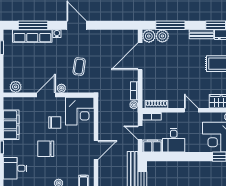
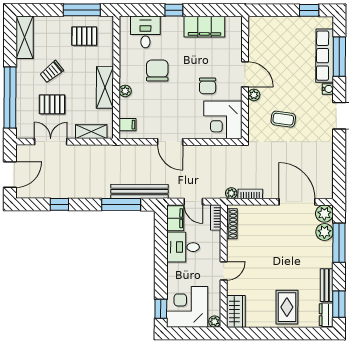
plant: (16, 87) -> (256, 33), removed
door: (140, 133) -> (193, 202), swing flipped
chair: (46, 149) -> (157, 70), moved

